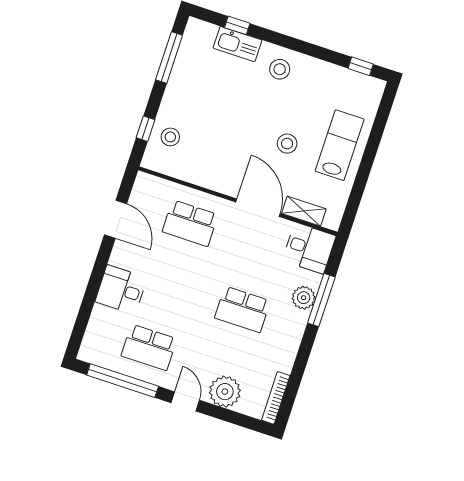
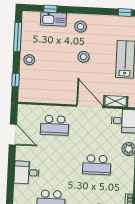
stool: (170, 137) -> (29, 60), moved
stool: (287, 144) -> (84, 57), moved

